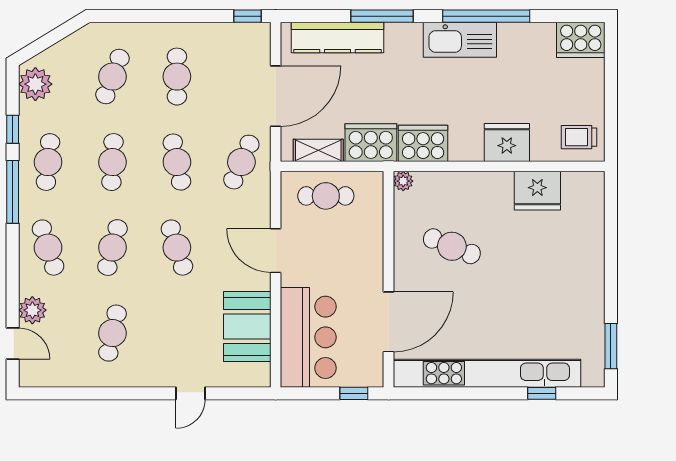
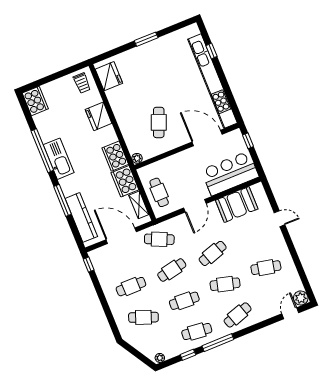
plant: (35, 84) -> (160, 358), width x0.53, depth x0.53
fridge: (537, 191) -> (109, 76), moved
plant: (32, 310) -> (301, 298), moved
window: (611, 346) -> (146, 39), moved

